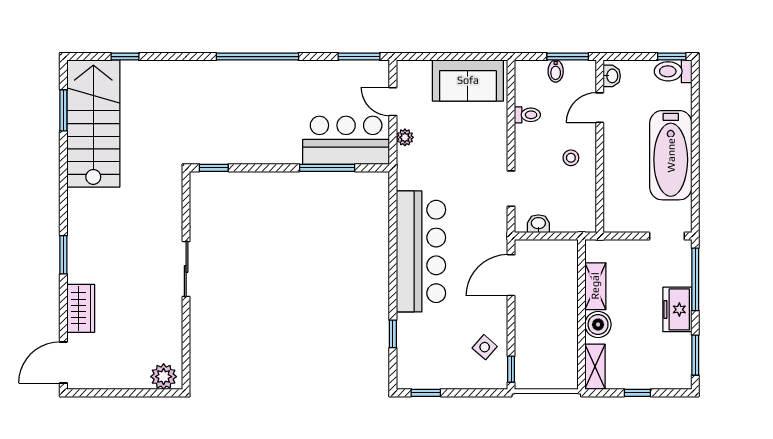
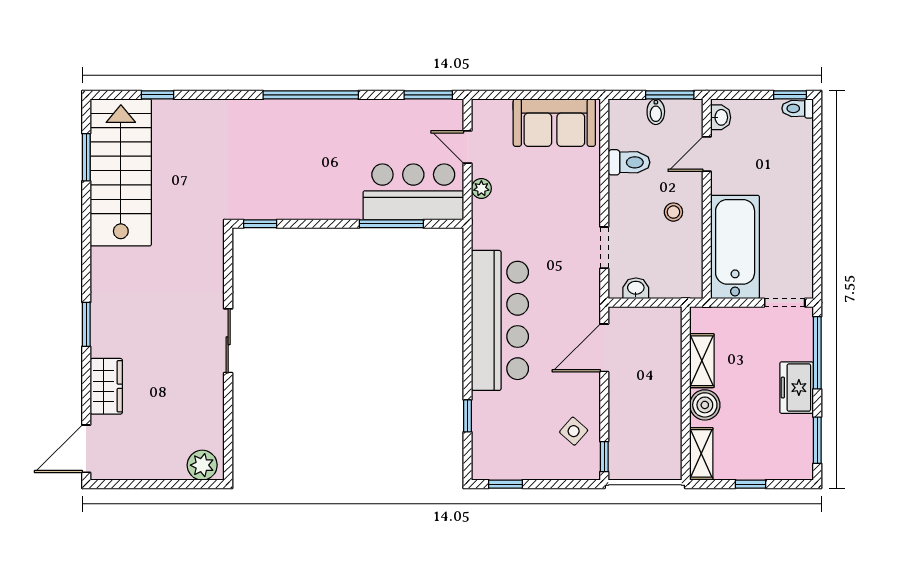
toilet: (673, 71) -> (798, 108), width x0.73, depth x0.72
toilet: (527, 115) -> (629, 162), width x1.37, depth x1.39
bathtub: (671, 155) -> (735, 247), moved, turned 180

